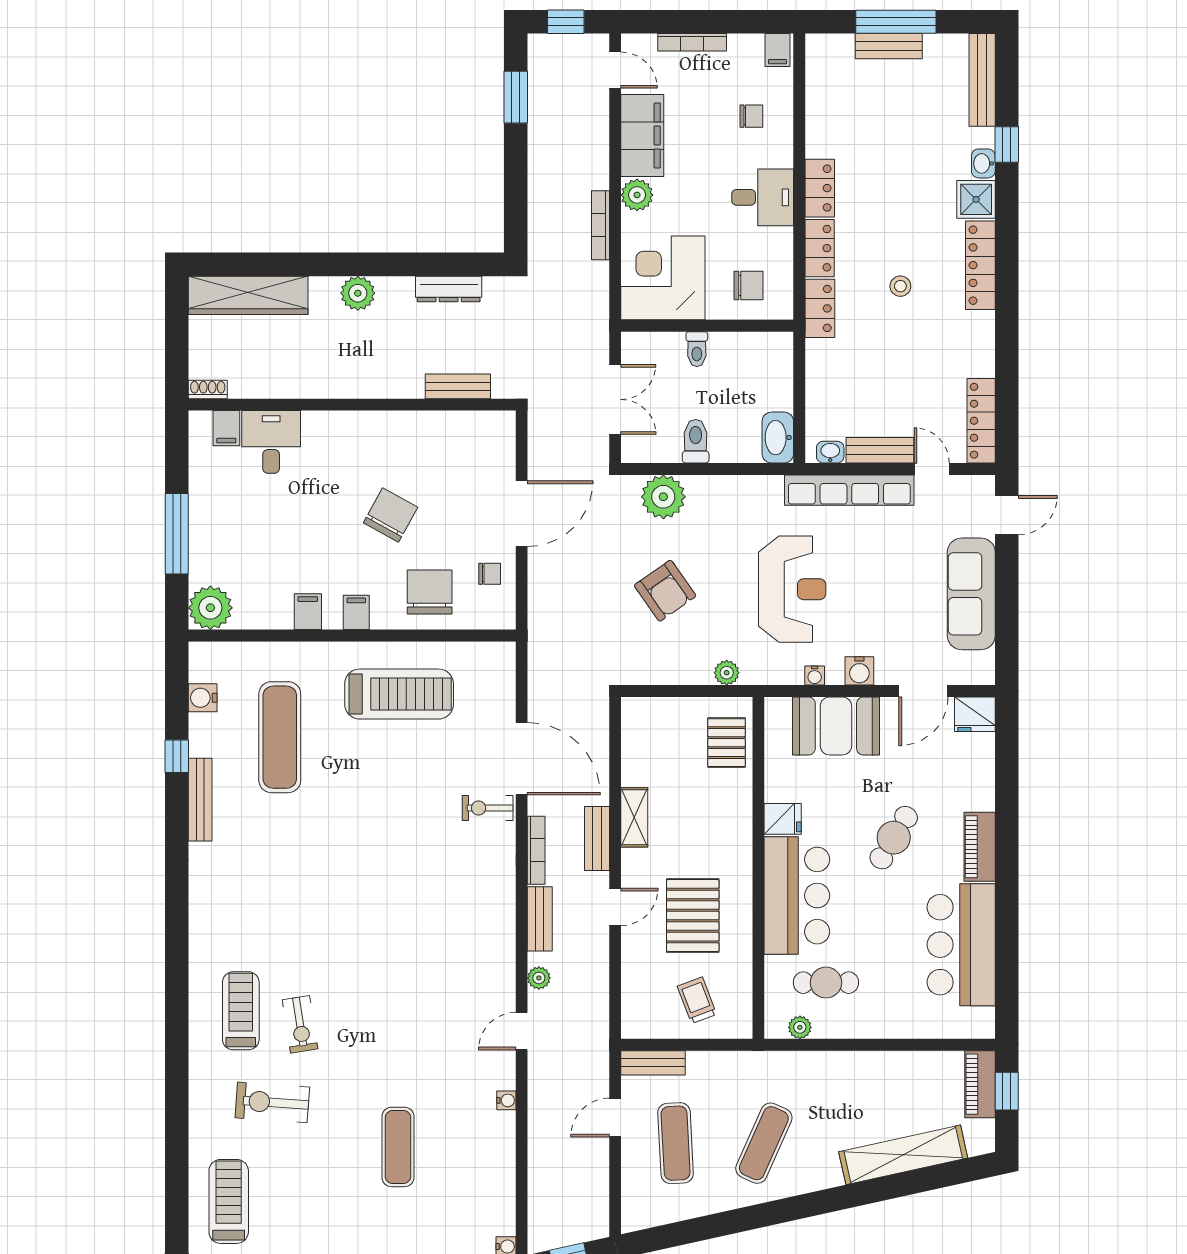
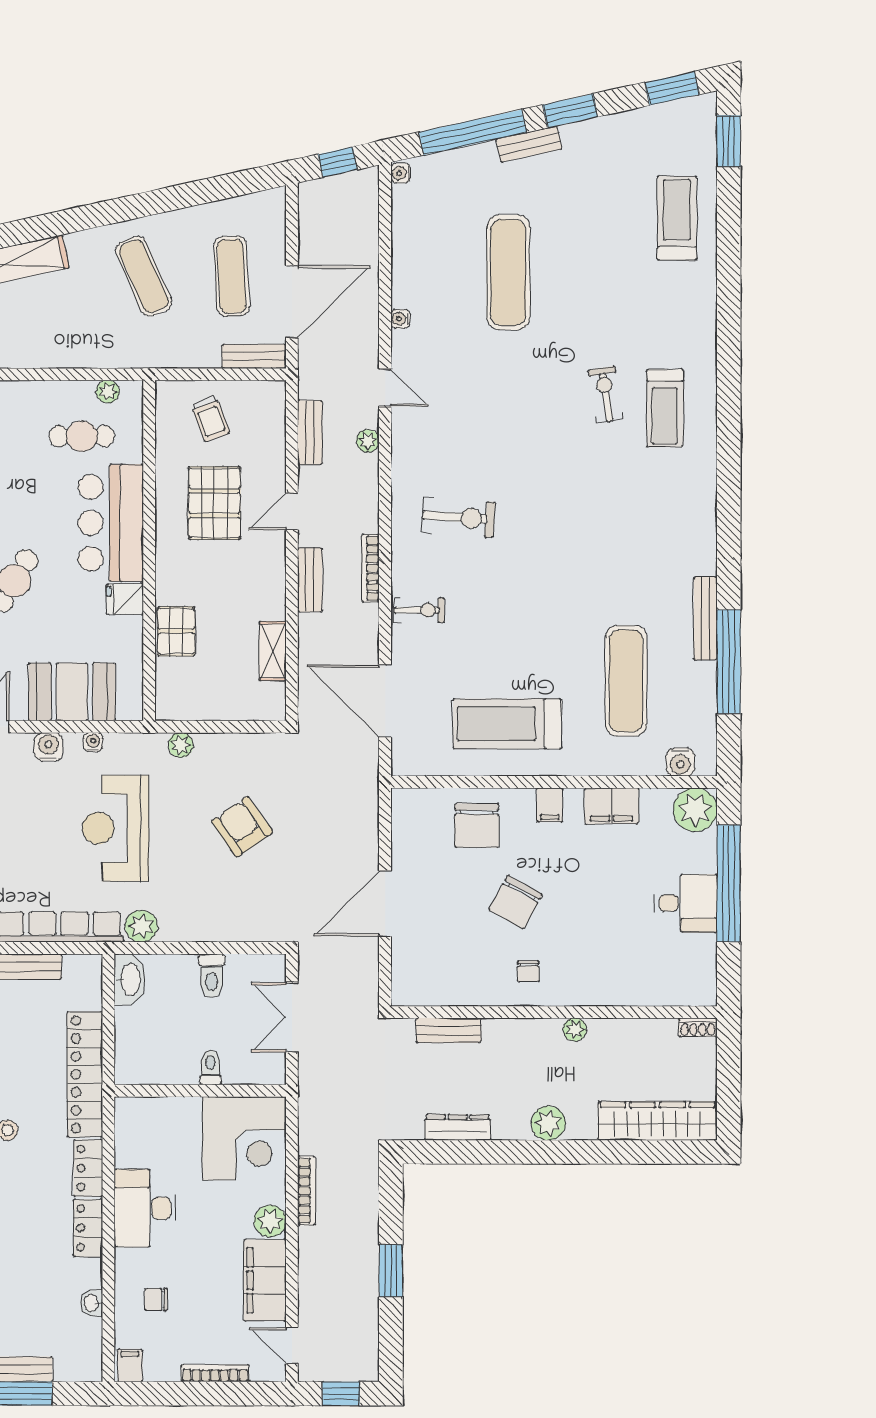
window: (516, 97) -> (391, 1271), moved
desk: (763, 197) -> (145, 1208), width x1.37
chair: (748, 285) -> (159, 1131), removed
locker: (820, 308) -> (85, 1074), width x2.16, depth x1.21
plant: (331, 387) -> (575, 1030), added
filing cabinet: (226, 428) -> (679, 989), removed
desk: (271, 442) -> (686, 903), moved, turned -90
washbasin: (830, 452) -> (92, 1303), moved, turned 90
plant: (663, 497) -> (141, 926), moved, width x0.73, depth x0.73
window: (177, 534) -> (729, 883), width x1.46
chair: (490, 574) -> (528, 971), moved, turned -90
filing cabinet: (308, 612) -> (612, 806), width x2.00
water cooler: (203, 698) -> (680, 762), moved, turned 90
pallet: (726, 743) -> (176, 631), moved
window: (177, 756) -> (729, 662), width x3.17
door: (522, 759) -> (385, 701), moved
shelving: (634, 817) -> (273, 651), moved
bench: (540, 919) -> (310, 433), moved
door: (522, 1031) -> (385, 388), hinge flipped
exercise bike: (272, 1102) -> (458, 517), moved
door: (615, 1118) -> (292, 302), width x1.88
exercise mat: (764, 1143) -> (144, 276), turned -48
exercise mat: (398, 1147) -> (508, 272), width x1.36, depth x1.45
treadmill: (229, 1201) -> (677, 218), turned 180

